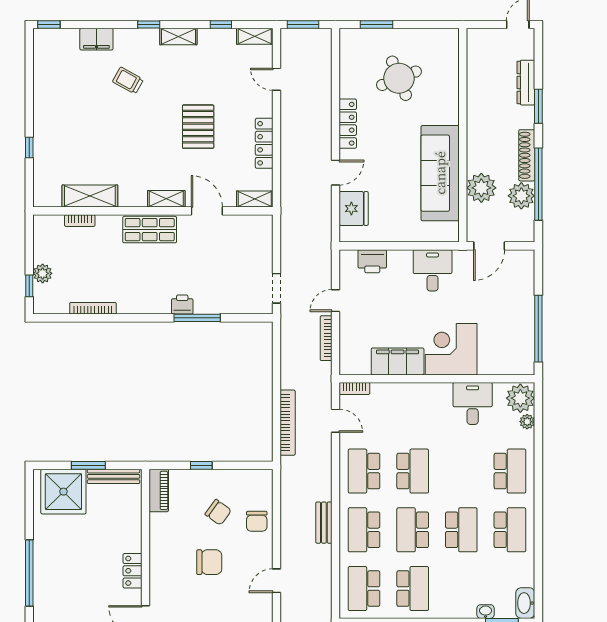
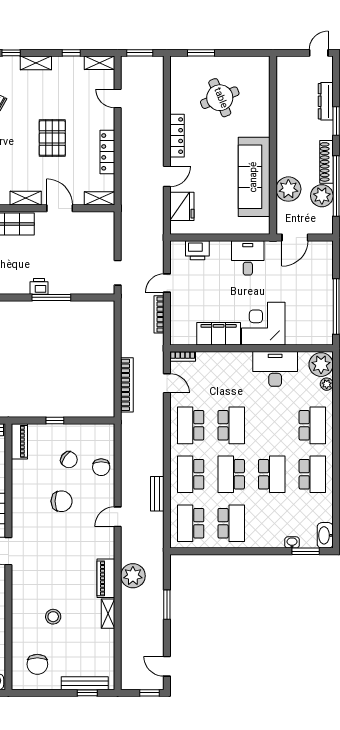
desk: (473, 403) -> (275, 369), width x1.37
bench: (324, 523) -> (157, 494), moved

